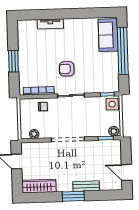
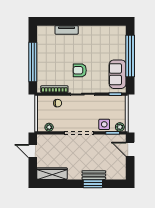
sofa: (108, 35) -> (118, 74), moved
window: (13, 61) -> (33, 62), width x2.11
side table: (112, 104) -> (104, 124), moved
door: (127, 172) -> (130, 149), moved
window: (73, 196) -> (93, 184), moved

